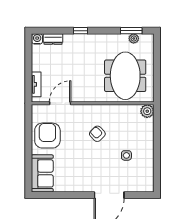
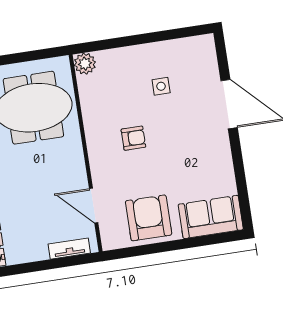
armchair: (97, 134) -> (133, 138), turned -136
armchair: (47, 136) -> (149, 218), turned 90

